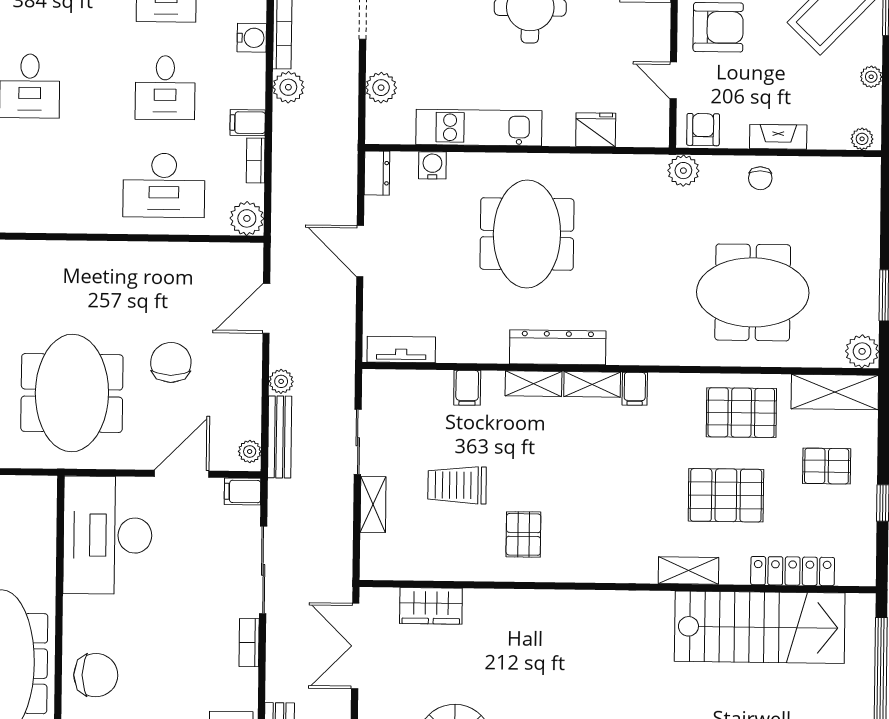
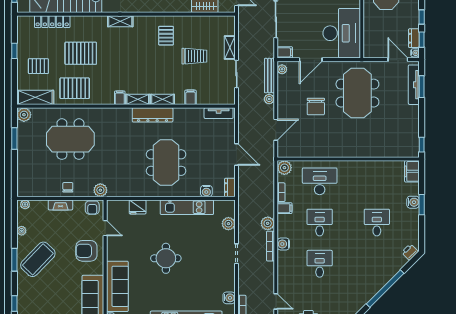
shelving: (688, 571) -> (120, 21), moved

